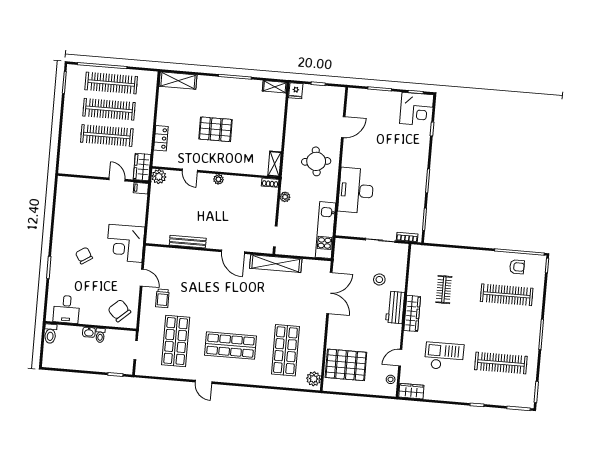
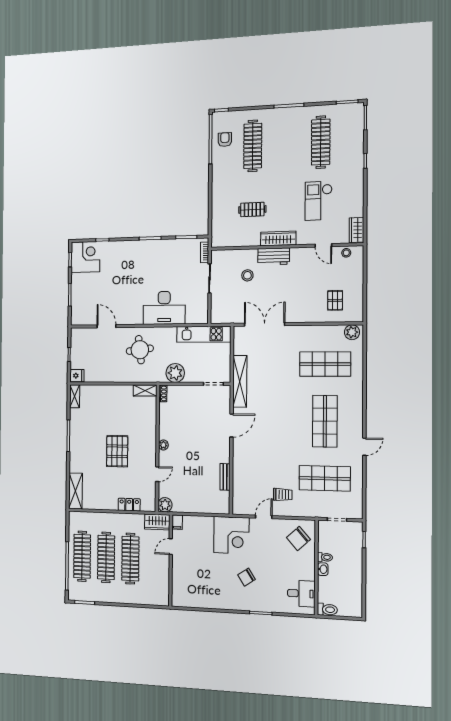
plant: (285, 197) -> (175, 373), width x1.88, depth x1.88
bench: (188, 242) -> (225, 477), width x0.73
pallet: (346, 365) -> (335, 300), width x0.49, depth x0.50

